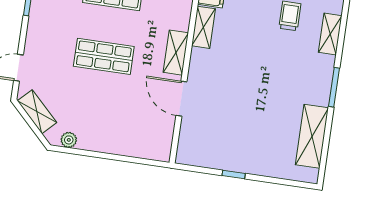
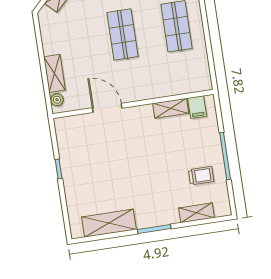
shelving: (176, 53) -> (55, 73), moved, turned 90
door: (181, 99) -> (107, 108), hinge flipped
plant: (69, 140) -> (57, 100), moved

